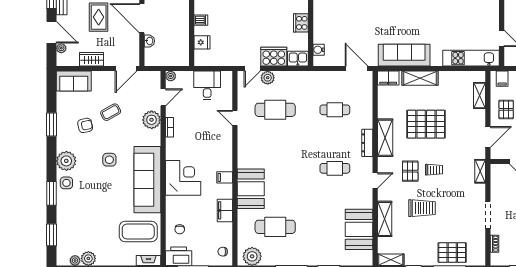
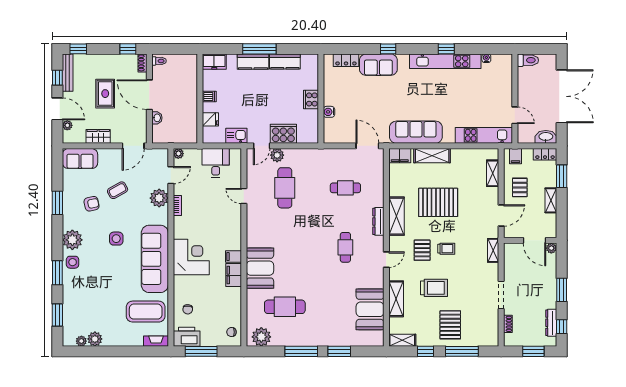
water cooler: (319, 50) -> (329, 112), moved
kitchen sink: (298, 59) -> (236, 136), moved
cafe table: (275, 110) -> (285, 188), turned 90
cafe table: (335, 168) -> (345, 247), turned 90
filing cabinet: (225, 210) -> (234, 275), moved
pallet: (452, 253) -> (450, 325), moved, turned 90

